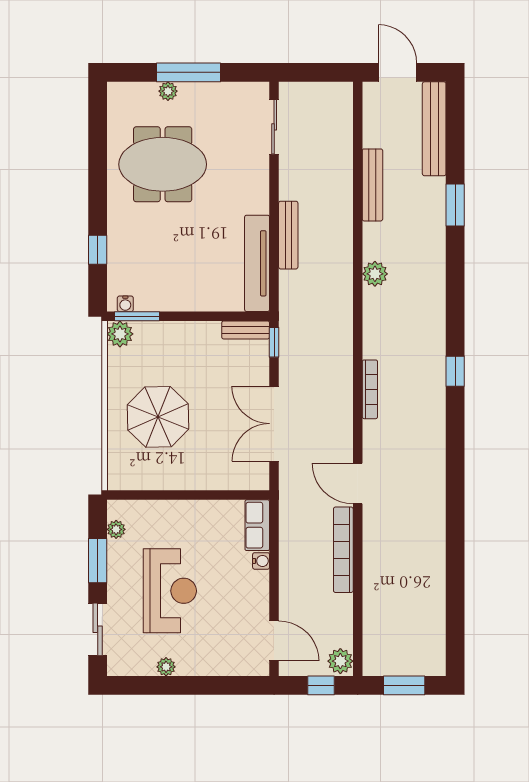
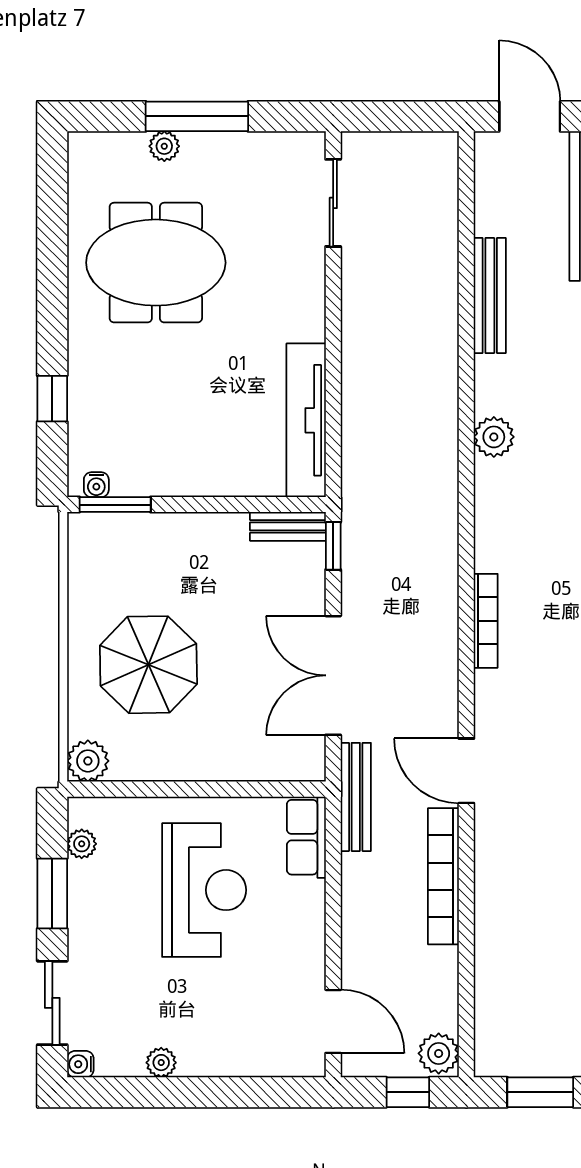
bench: (288, 235) -> (356, 797), moved
plant: (120, 334) -> (88, 761), moved
water cooler: (261, 561) -> (80, 1064), moved, turned 180
reception desk: (170, 591) -> (204, 890), moved

